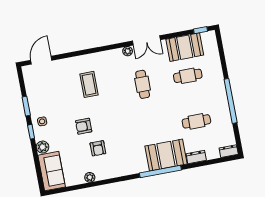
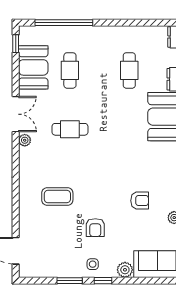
window: (231, 101) -> (64, 23), moved
armchair: (84, 126) -> (95, 228), moved

